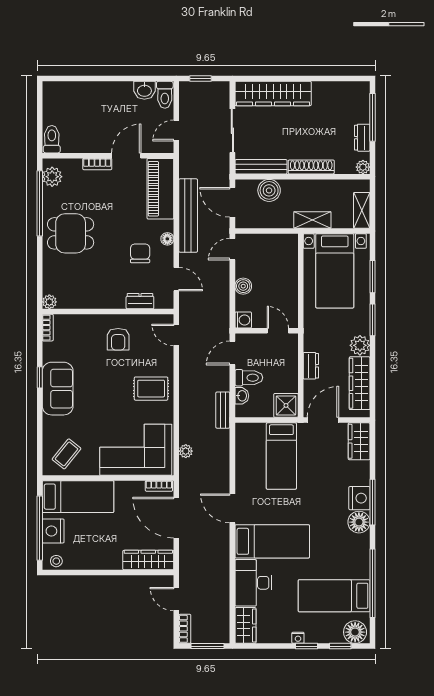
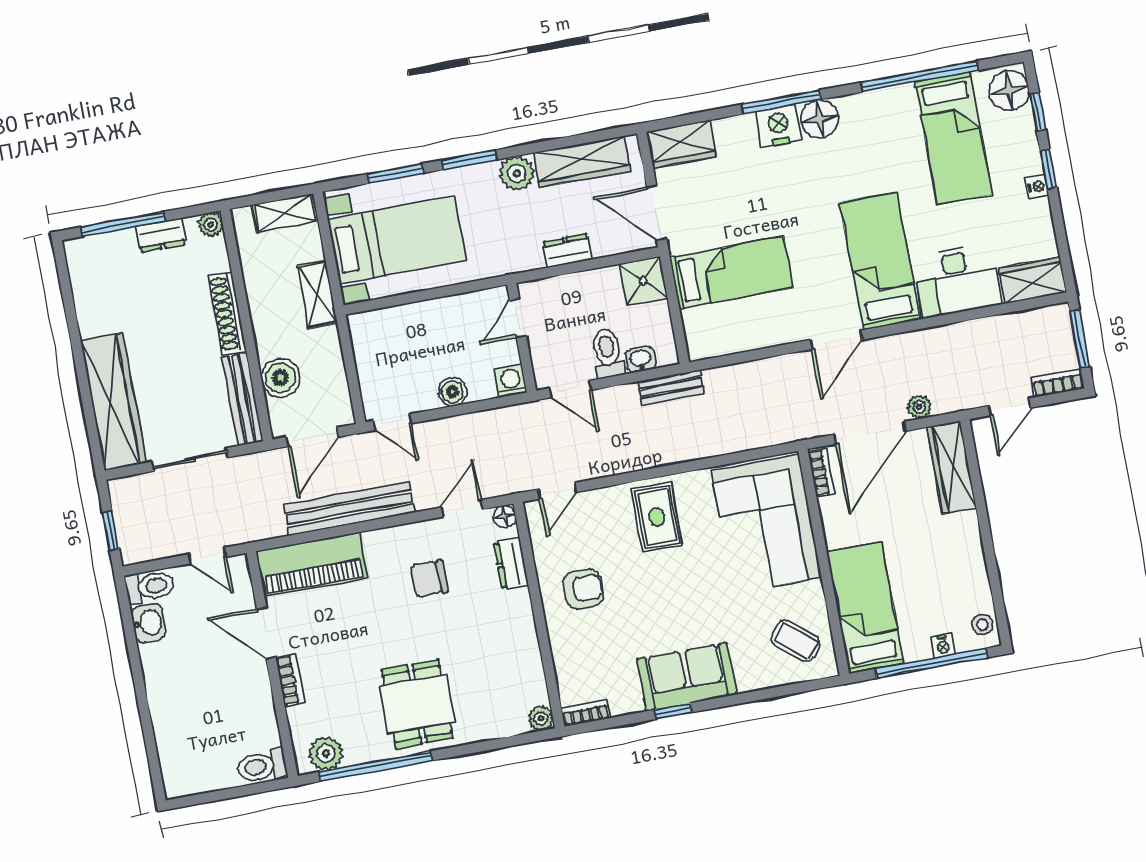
floor lamp: (167, 239) -> (505, 516), moved
plant: (186, 451) -> (919, 407), moved
nightstand: (53, 531) -> (943, 646), width x0.53, depth x0.56

